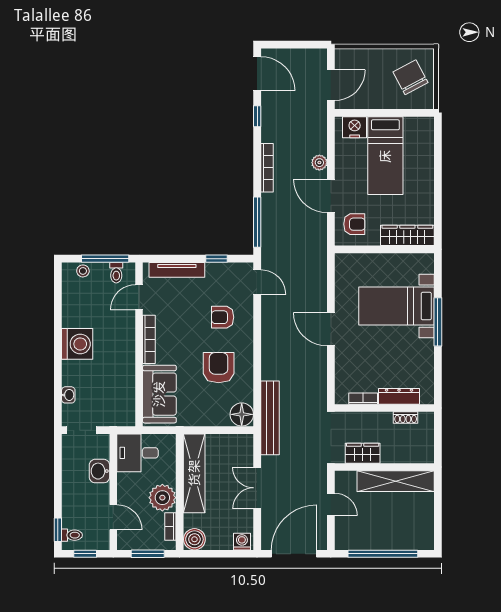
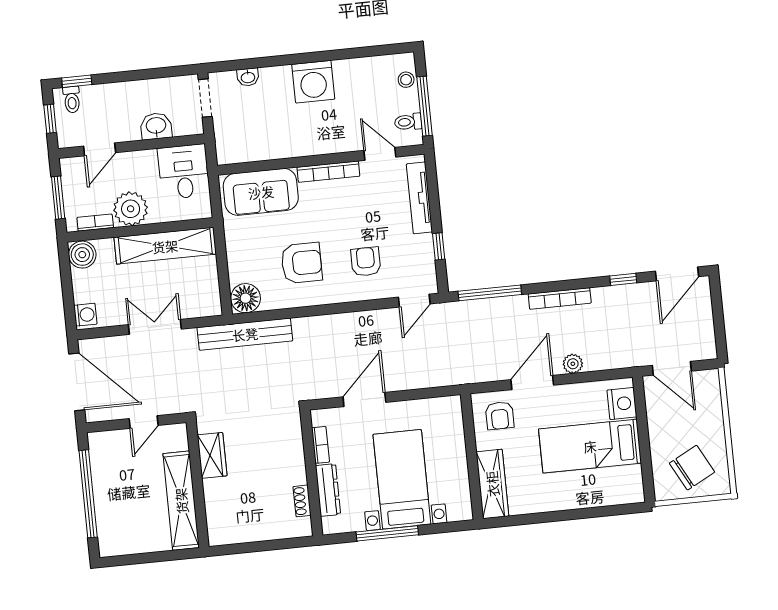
dresser: (399, 396) -> (328, 490), moved
bookcase: (363, 399) -> (321, 445), moved
wall: (384, 408) -> (311, 473), moved
shoe rack: (406, 418) -> (302, 501), moved

